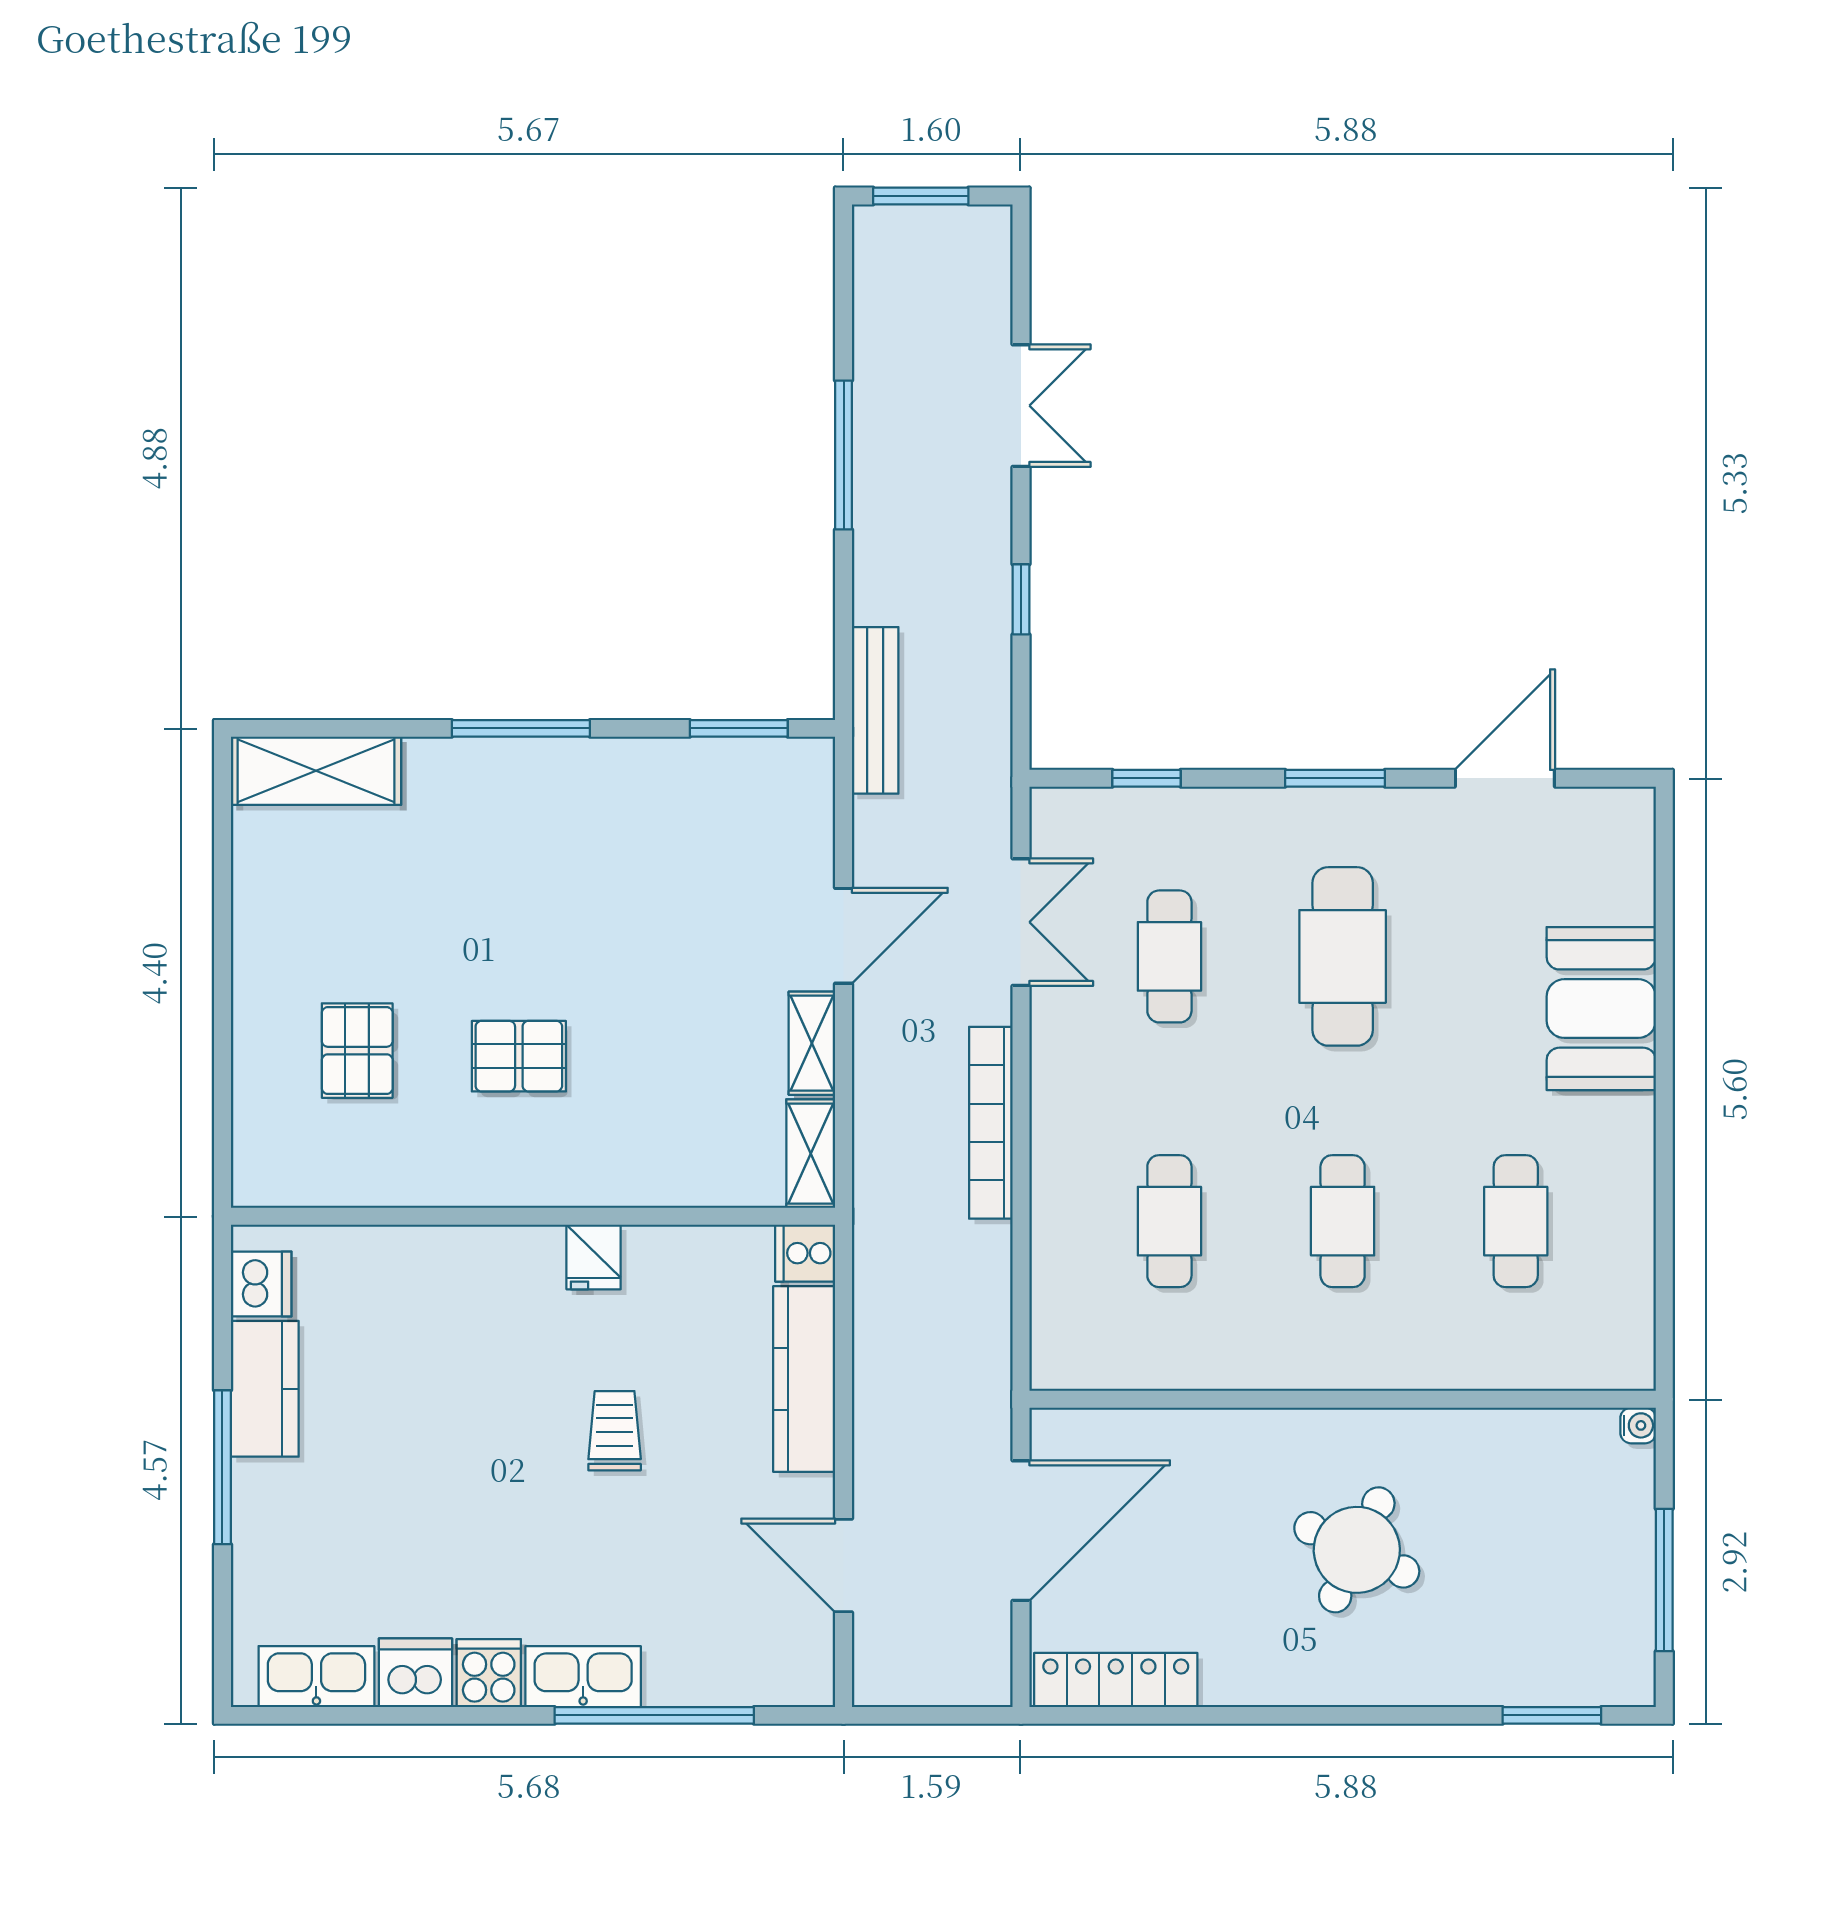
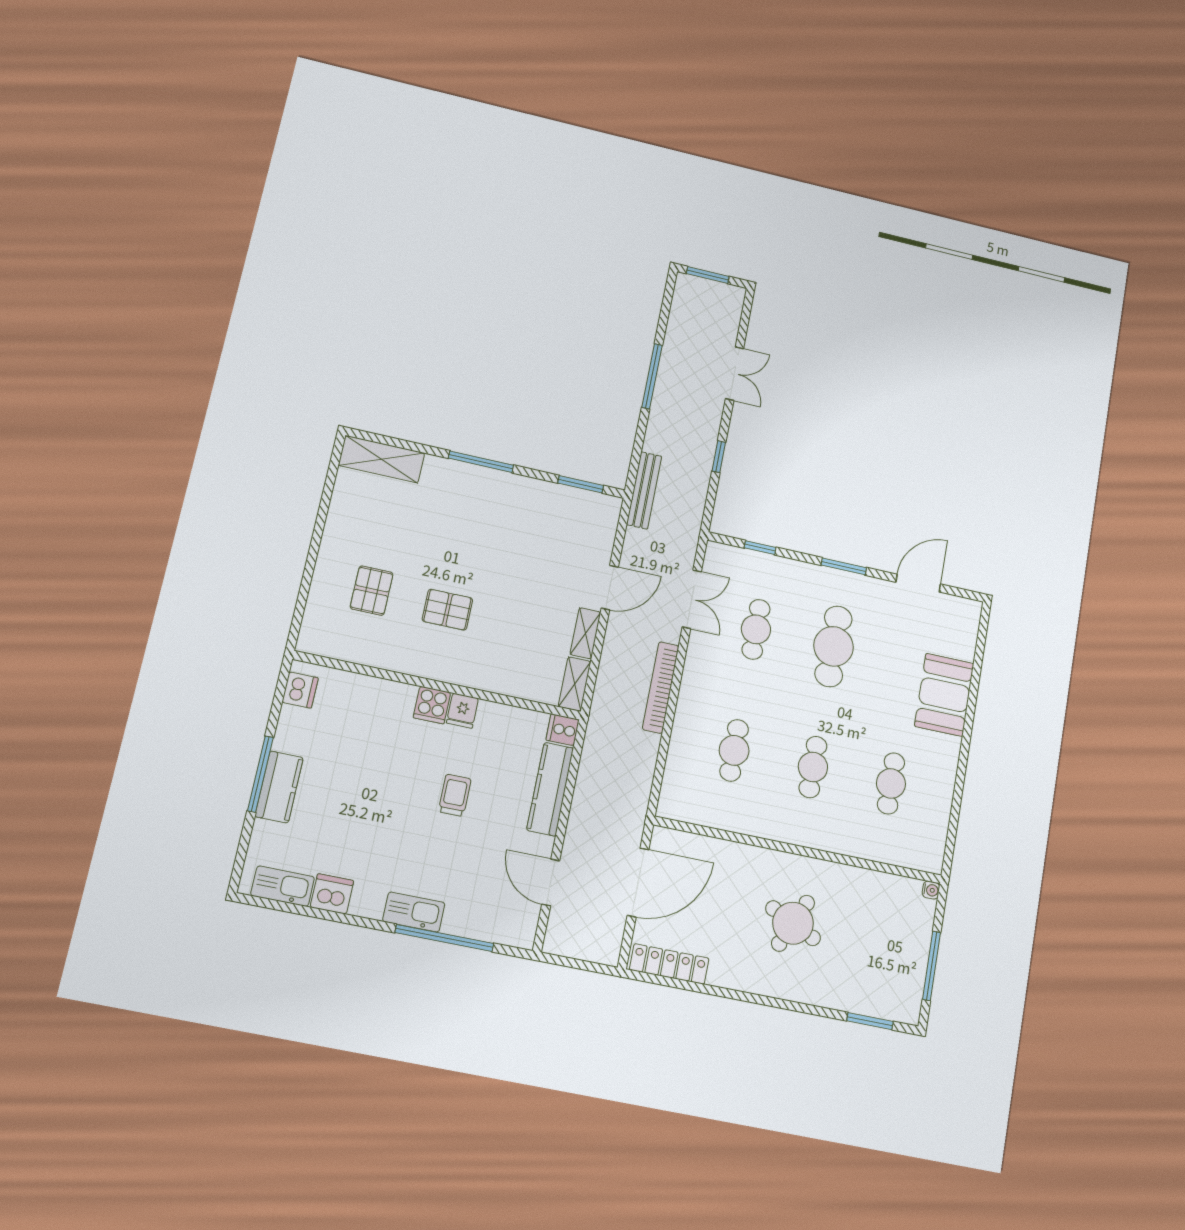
kitchen counter: (265, 1389) -> (279, 787), moved
cooker: (489, 1673) -> (432, 705), moved, turned 180

